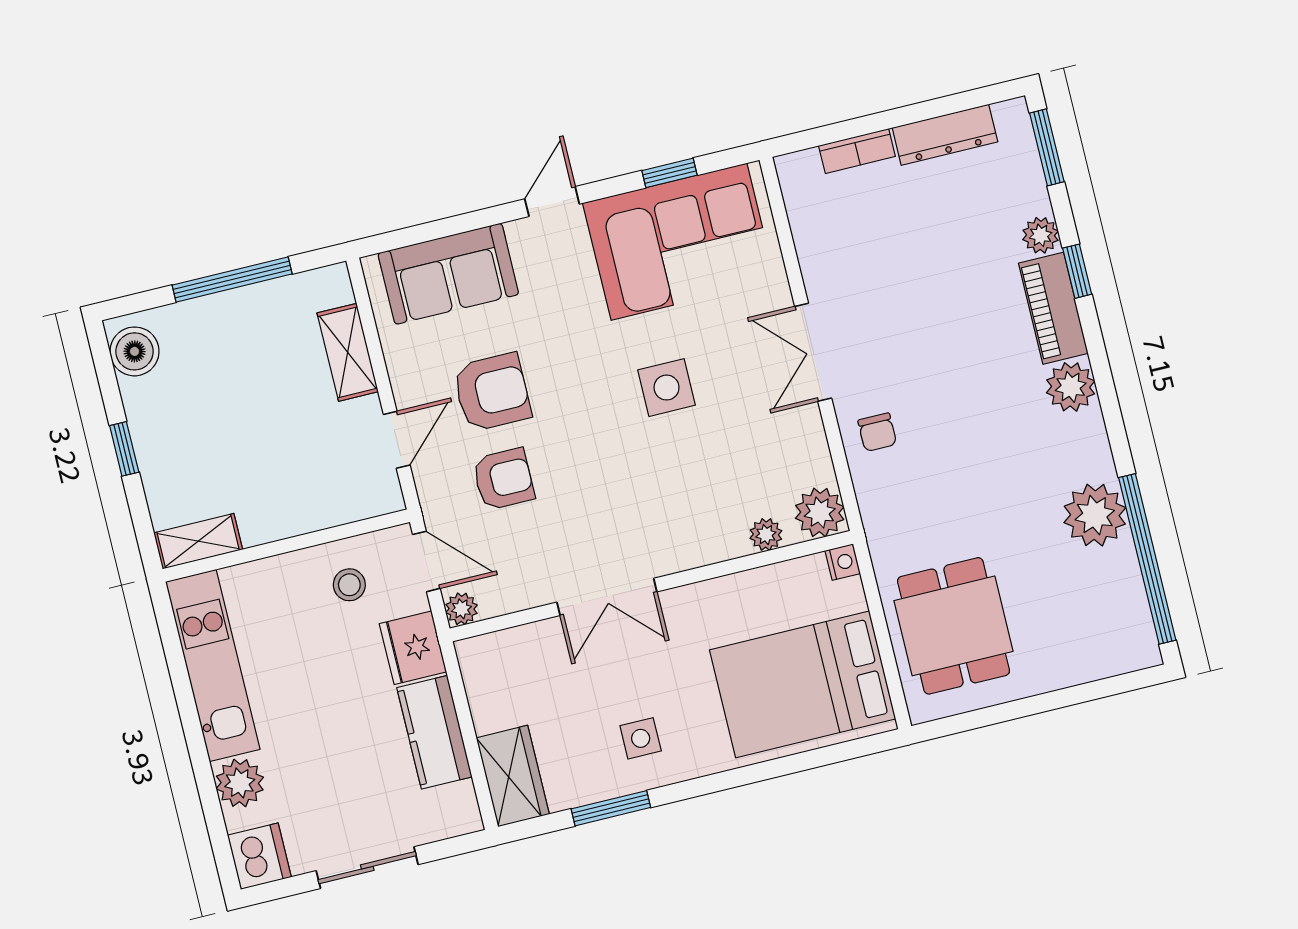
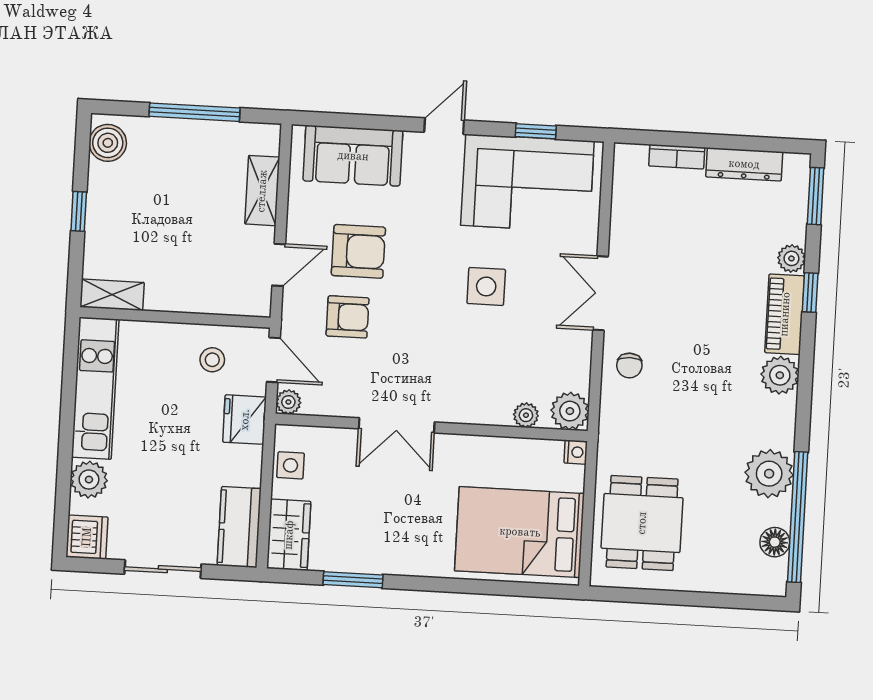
floor lamp: (1128, 599) -> (775, 542), added
kitchen counter: (434, 732) -> (239, 527), moved
side table: (641, 738) -> (291, 465), moved

